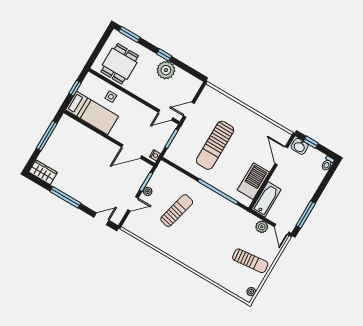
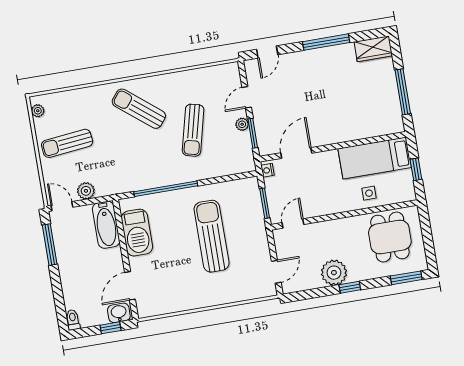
door: (189, 110) -> (276, 272), moved
door: (281, 156) -> (130, 286), swing flipped
sun lounger: (196, 247) -> (139, 109), added

